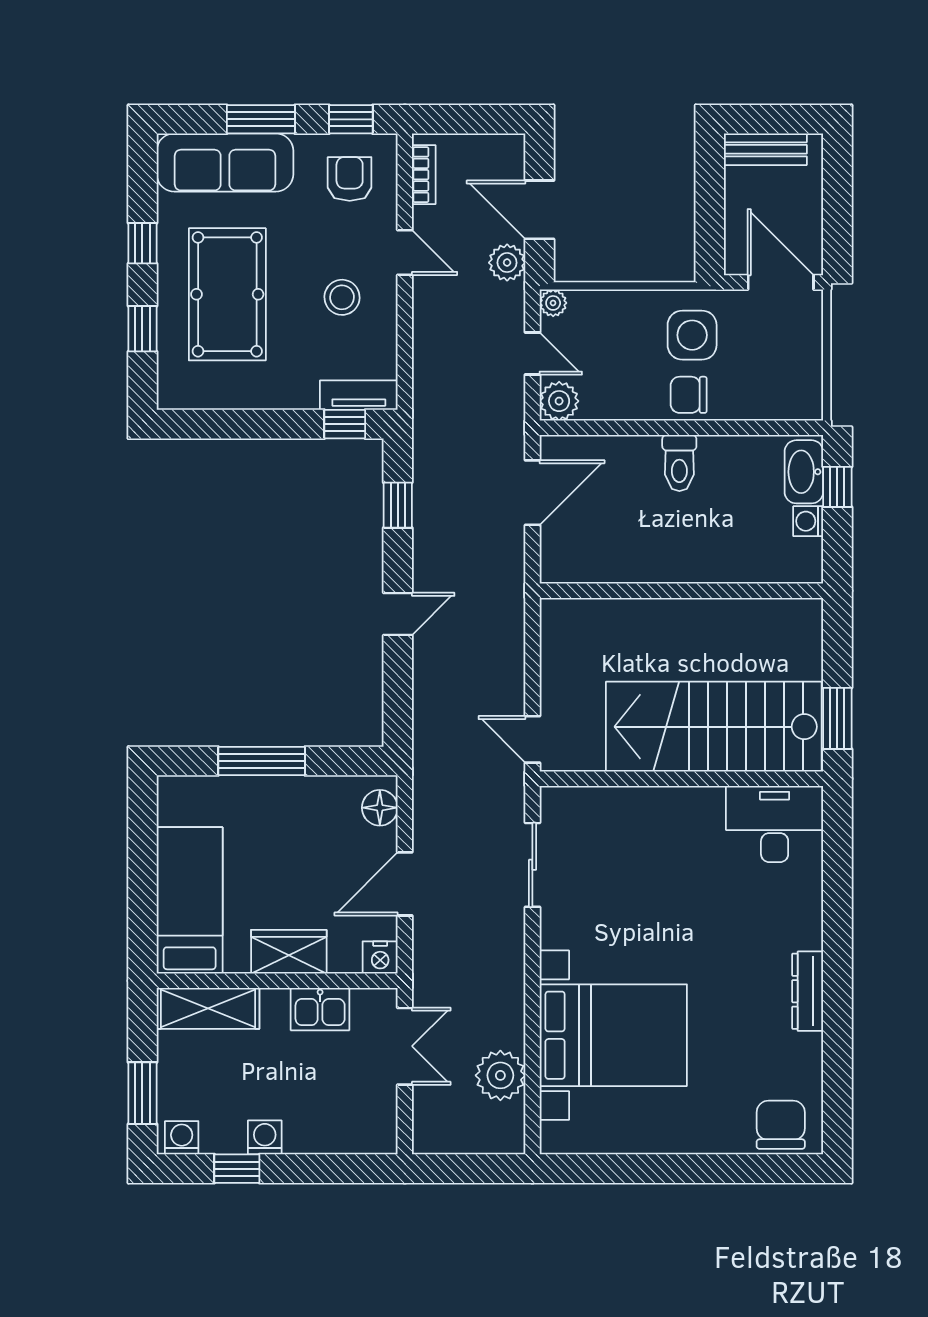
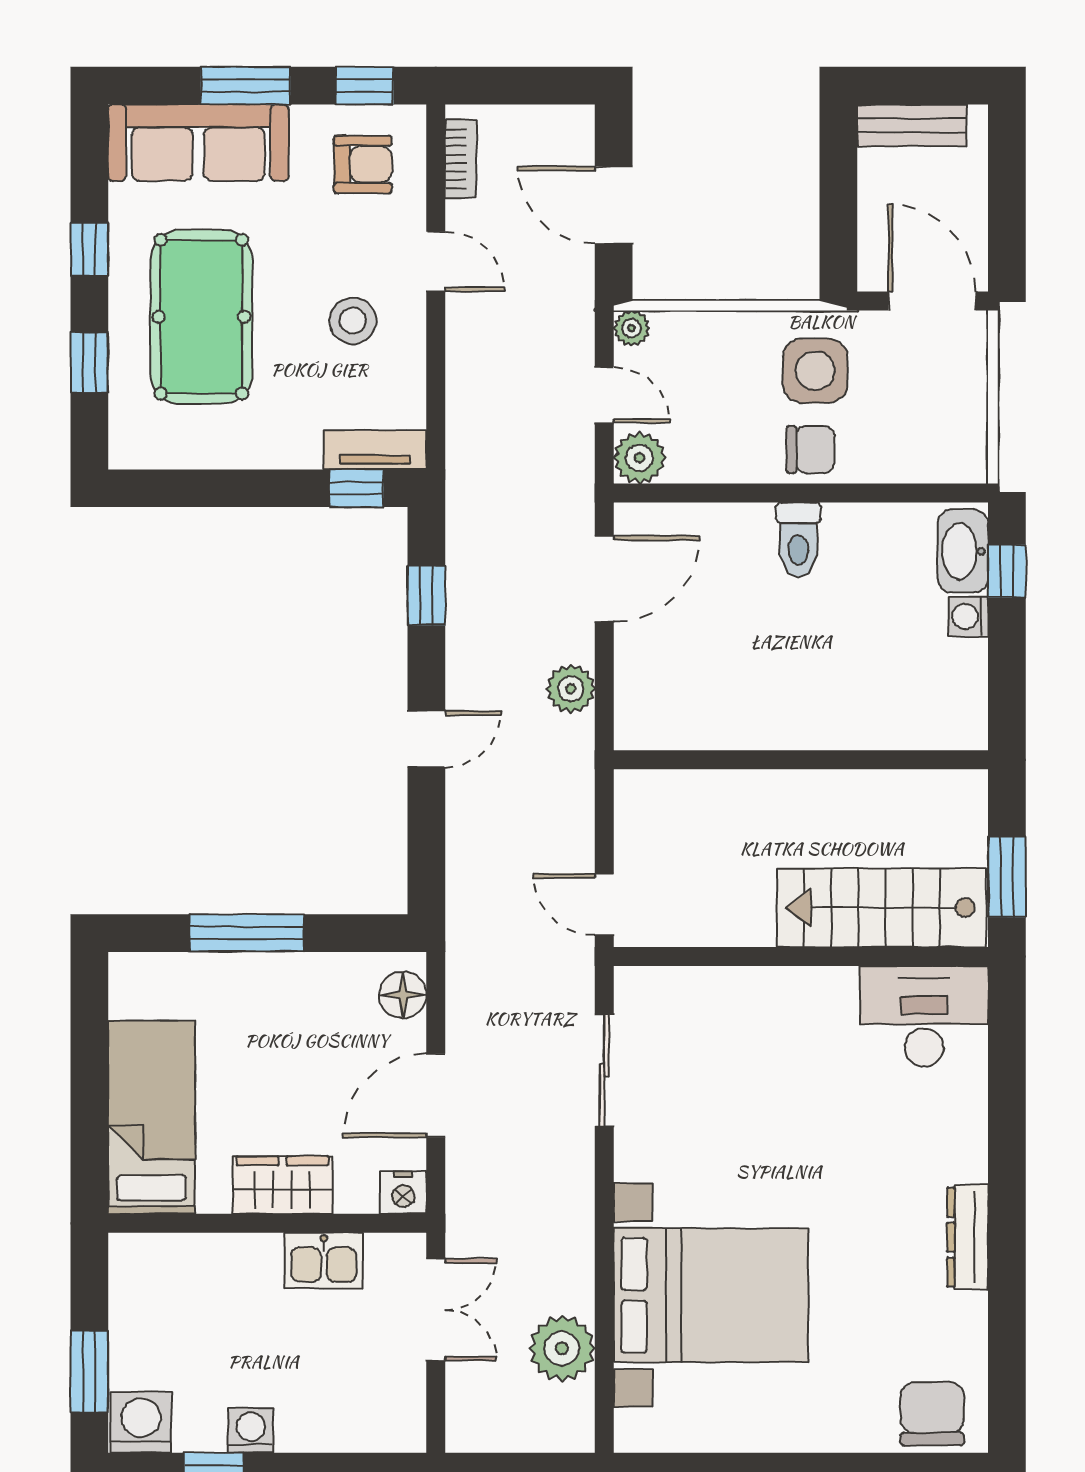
armchair: (350, 179) -> (363, 164), turned 90
plant: (507, 263) -> (571, 689), moved
chair: (689, 395) -> (811, 450), turned 180
wall: (681, 591) -> (801, 760), moved
stairs: (714, 727) -> (882, 908), width x0.73, depth x0.66
shelving: (208, 1008) -> (176, 1260), removed
washing machine: (182, 1138) -> (141, 1422), width x1.38, depth x1.38

